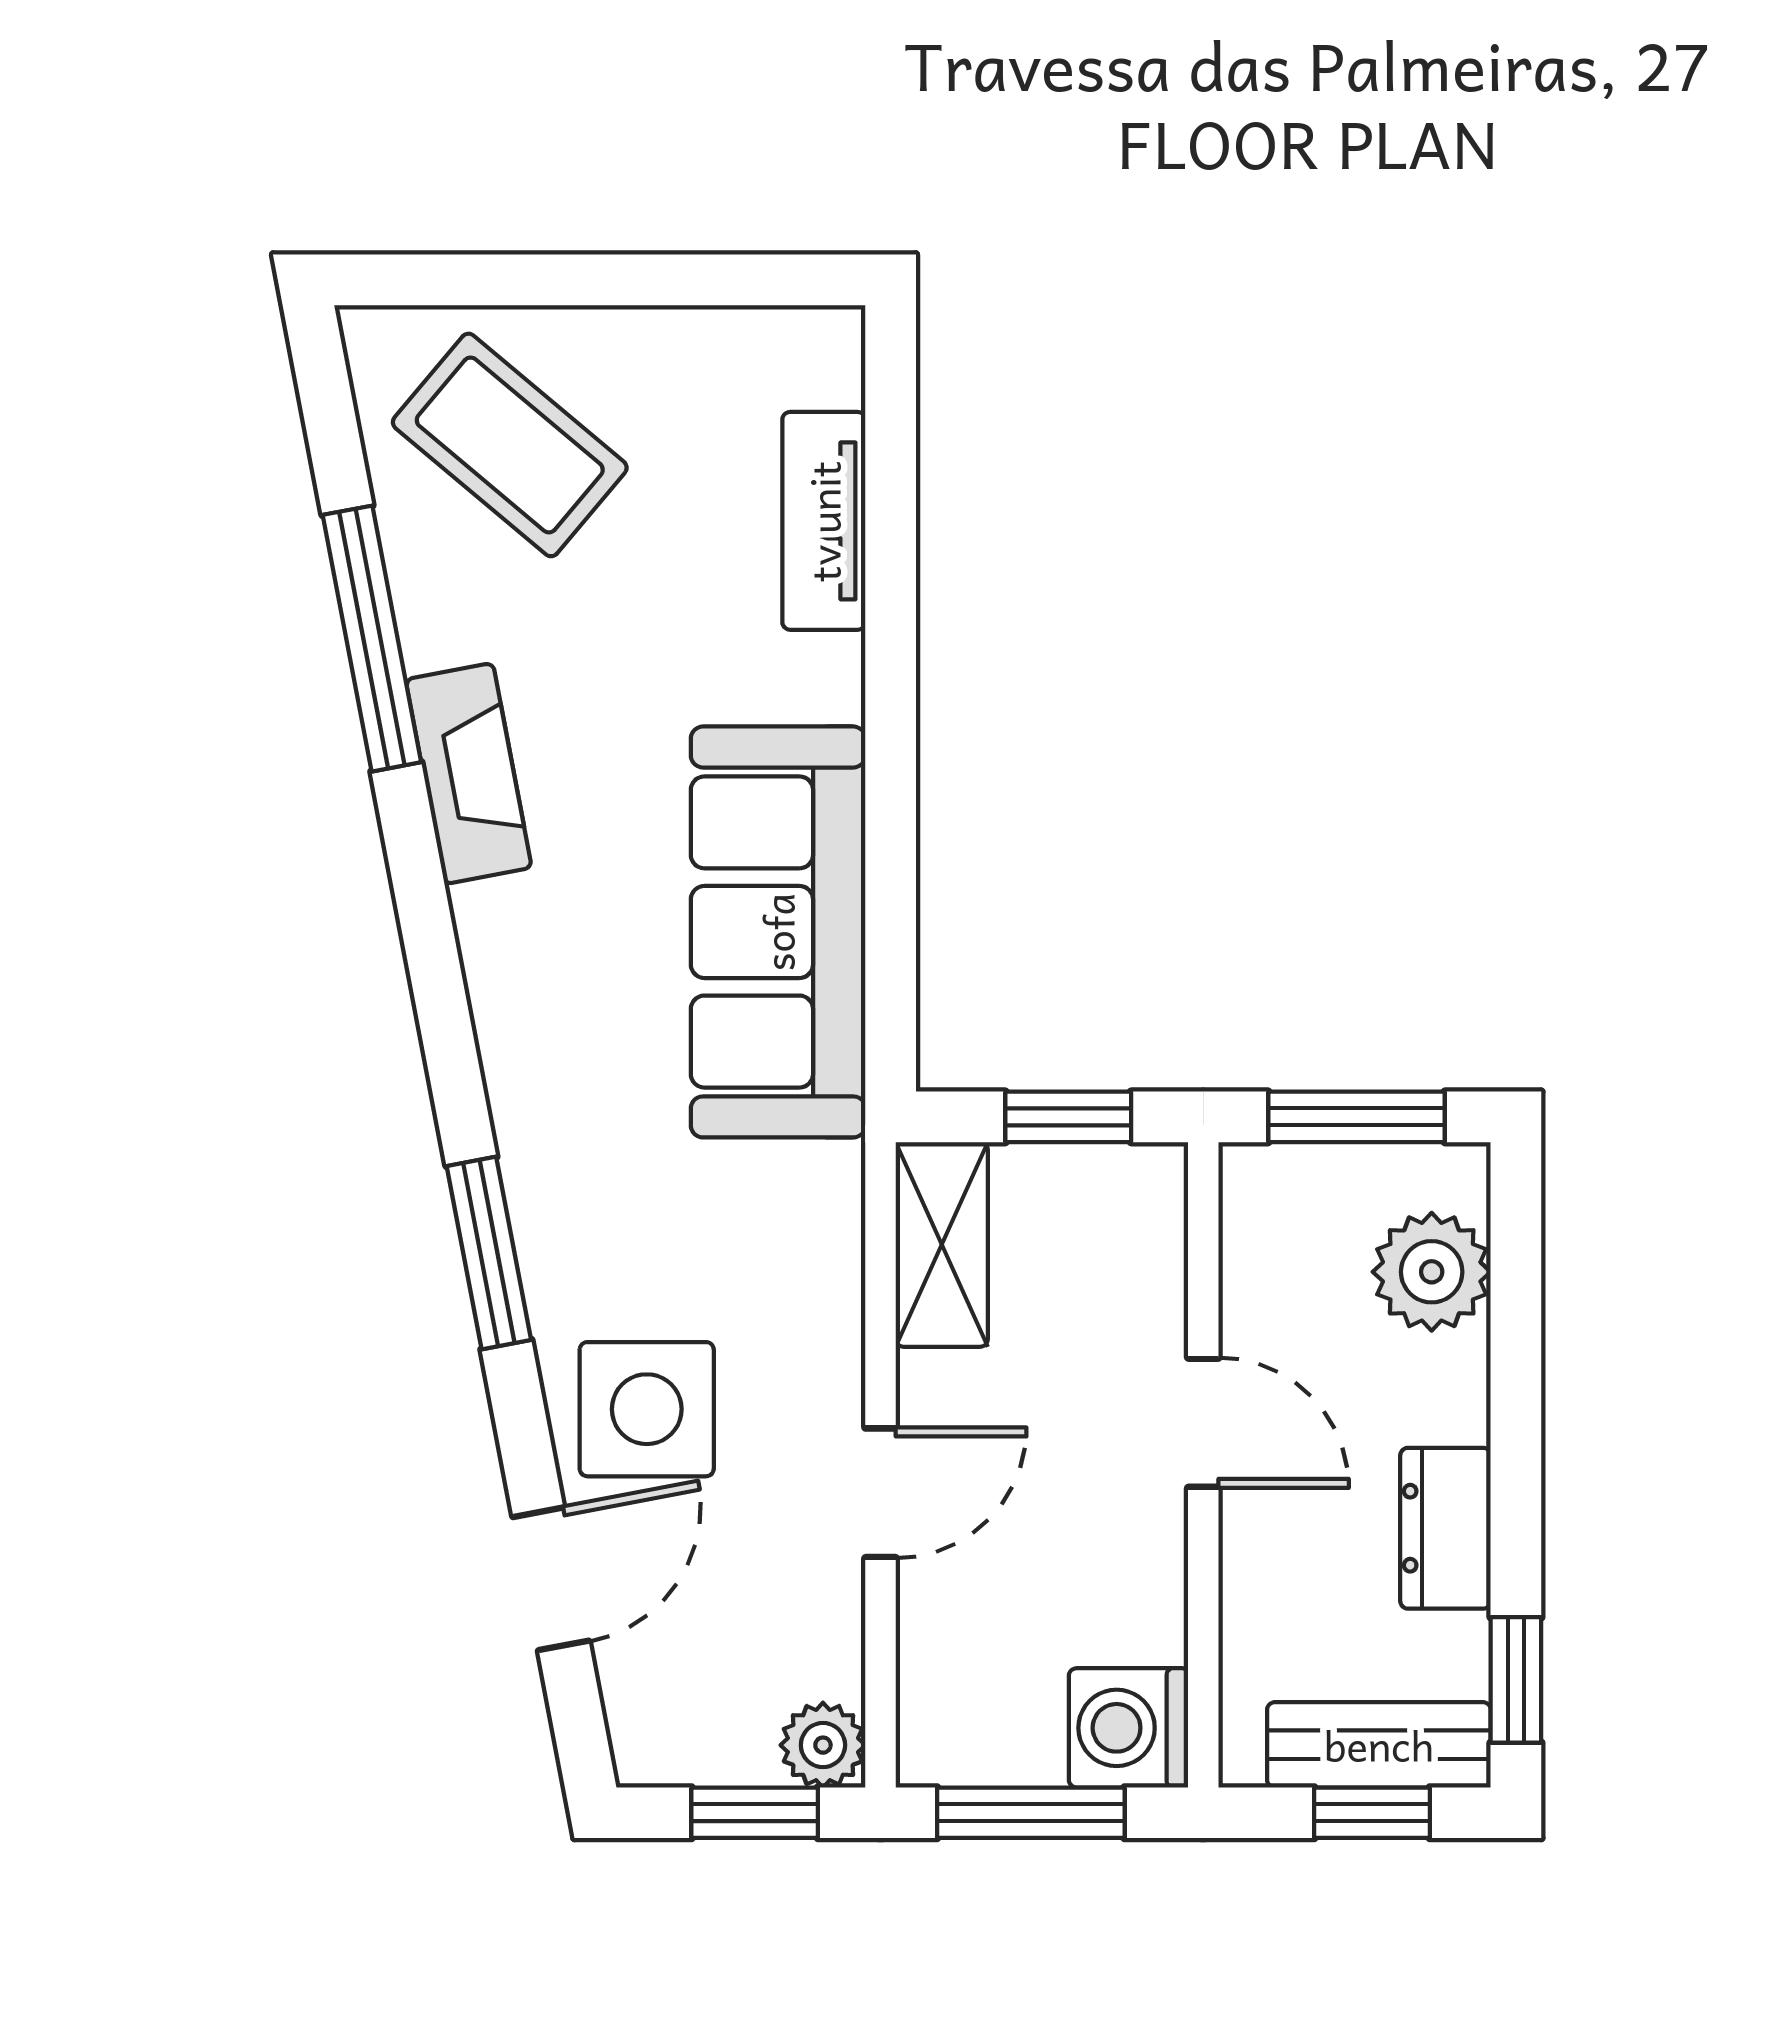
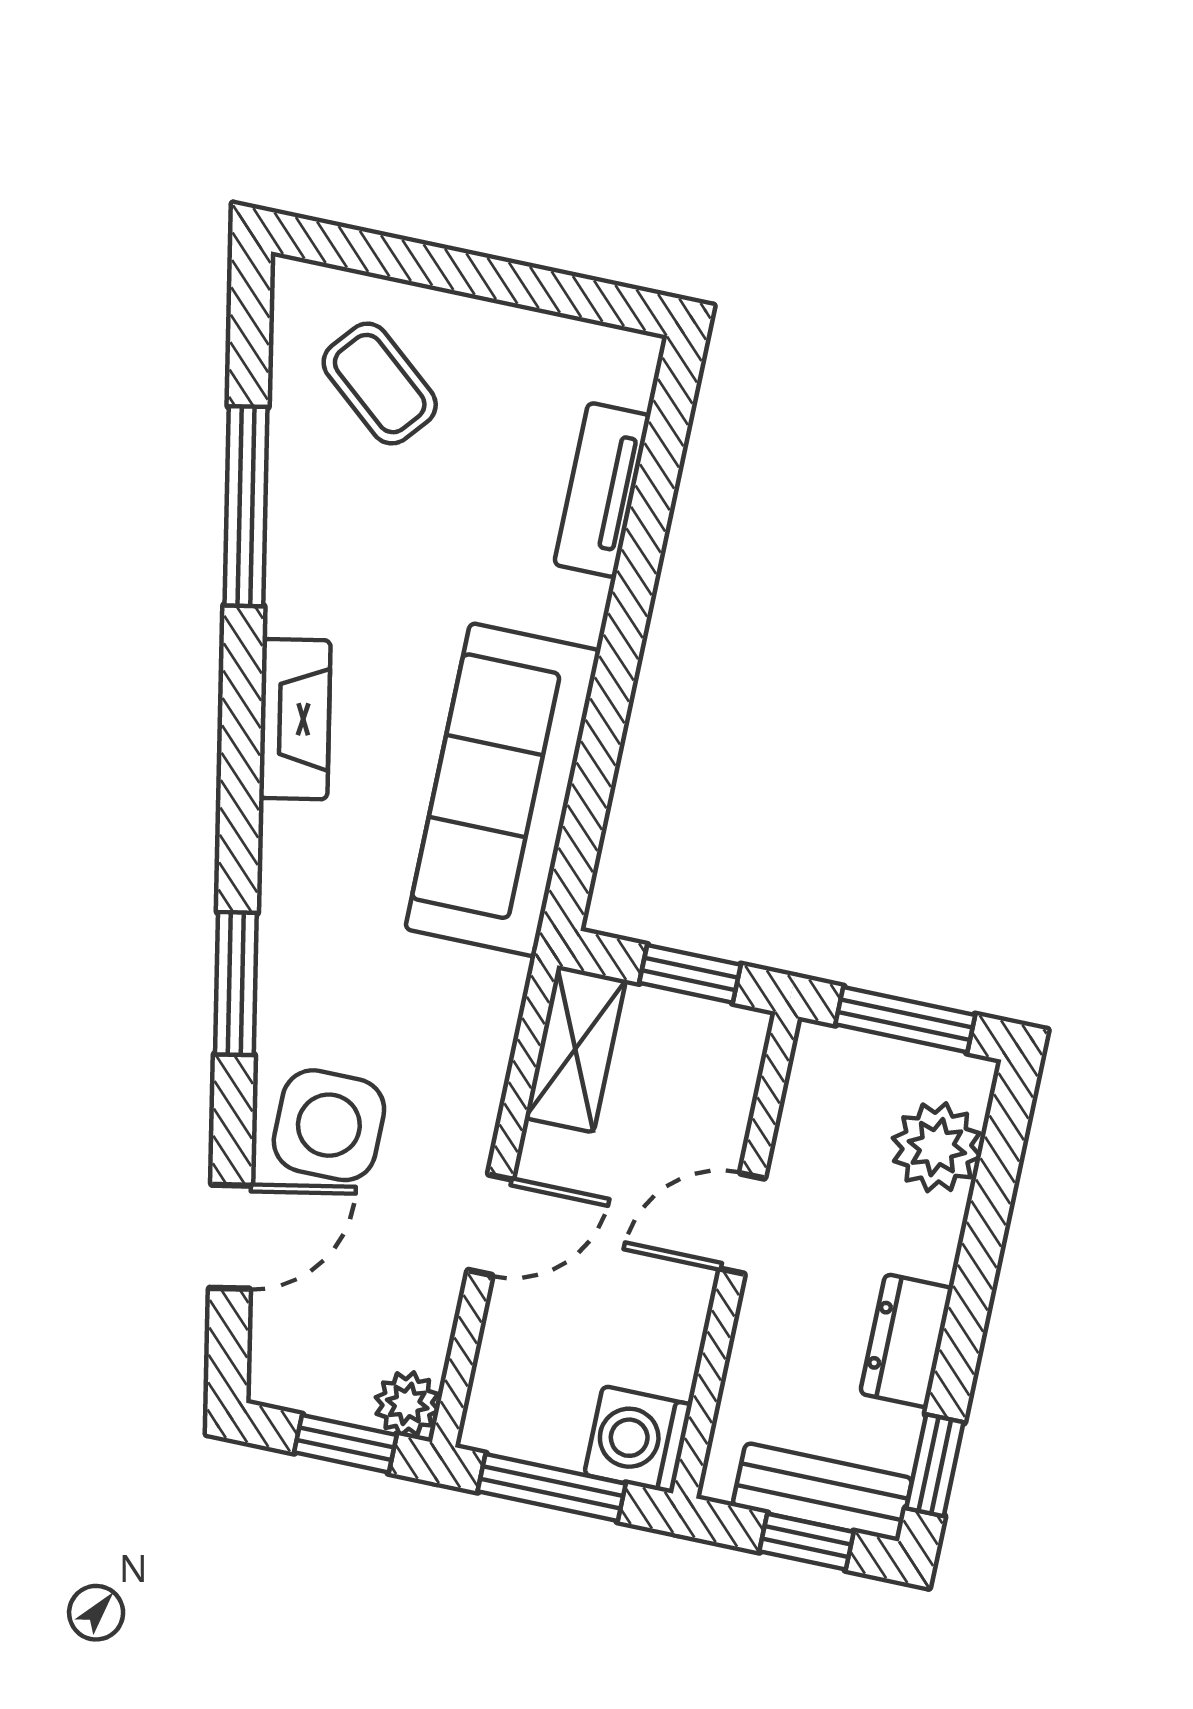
coffee table: (510, 445) -> (380, 384), width x0.73, depth x0.77
fireplace: (469, 774) -> (295, 719), moved
door: (1203, 1423) -> (742, 1224), swing flipped

